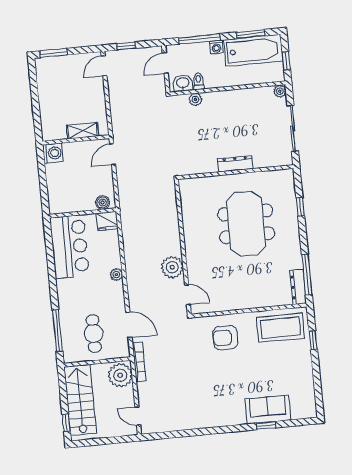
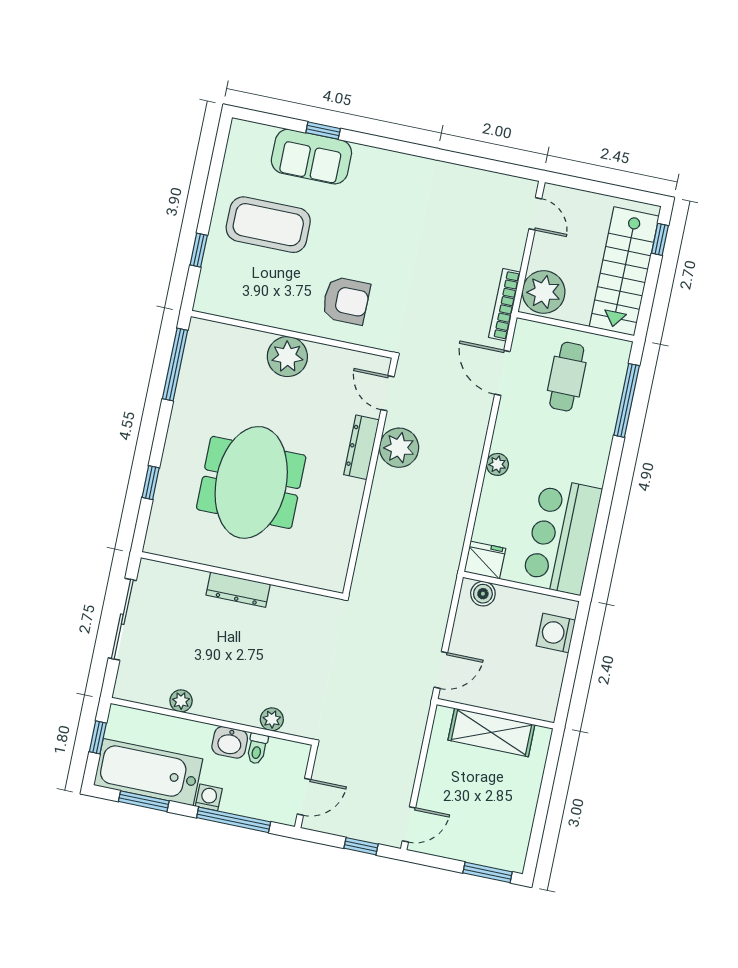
washbasin: (183, 83) -> (230, 742), moved
plant: (280, 91) -> (181, 701), moved
shelving: (83, 131) -> (491, 732), width x1.50, depth x1.33
washing machine: (53, 153) -> (556, 633), moved
dresser: (298, 287) -> (361, 447), moved, turned 180
plant: (248, 298) -> (287, 357), added
coffee table: (280, 328) -> (268, 225), moved

